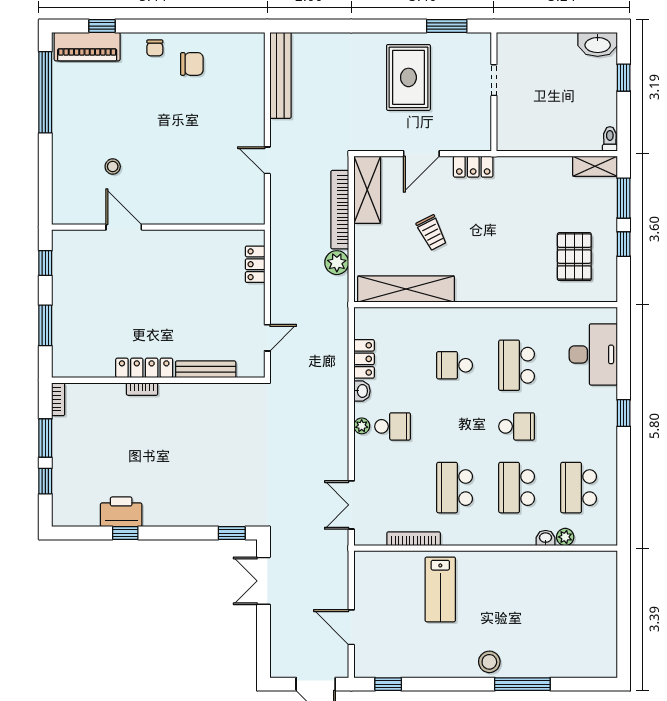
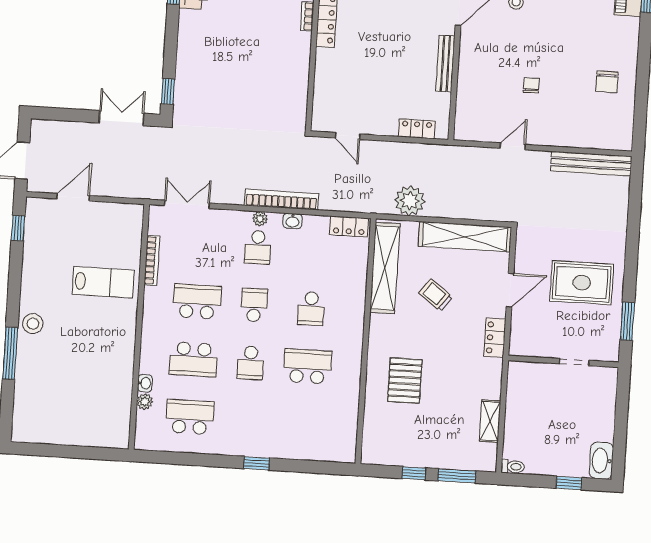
chair: (155, 48) -> (531, 85), moved, turned 90
door: (421, 154) -> (510, 290), swing flipped
shelving: (595, 166) -> (490, 421), moved
shelving: (367, 190) -> (465, 237), width x1.47
bookcase: (340, 210) -> (281, 200), moved
trolley: (432, 233) -> (436, 295), turned 64
pallet: (574, 257) -> (405, 381), moved, turned 90
plant: (337, 263) -> (410, 201), width x1.36, depth x1.36
desk: (593, 354) -> (313, 438), removed
locker: (364, 359) -> (349, 226), moved
school desk: (455, 365) -> (311, 309), turned 180
bench: (206, 369) -> (445, 64), moved
school desk: (455, 426) -> (254, 305), added
school desk: (517, 488) -> (193, 359), turned 180
lab bench: (440, 589) -> (103, 282), turned 180

